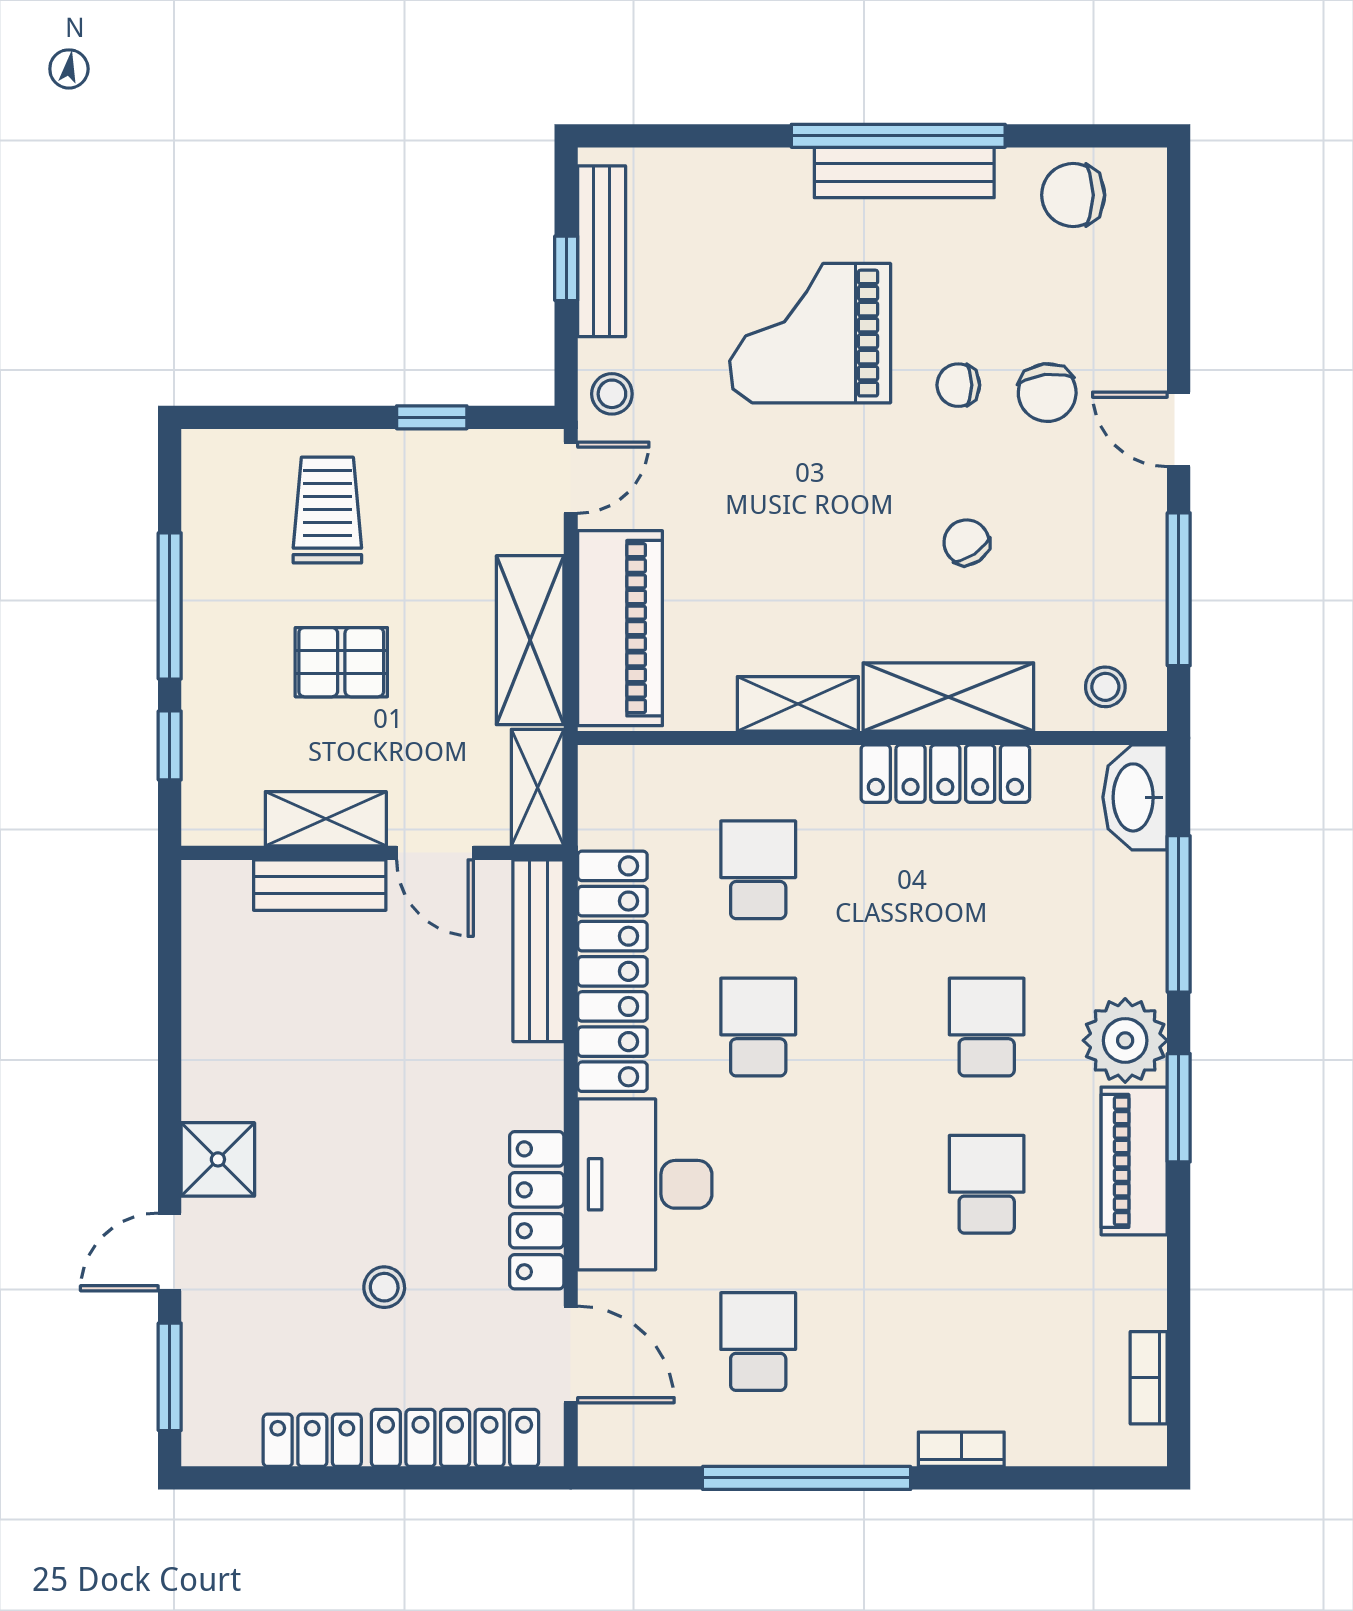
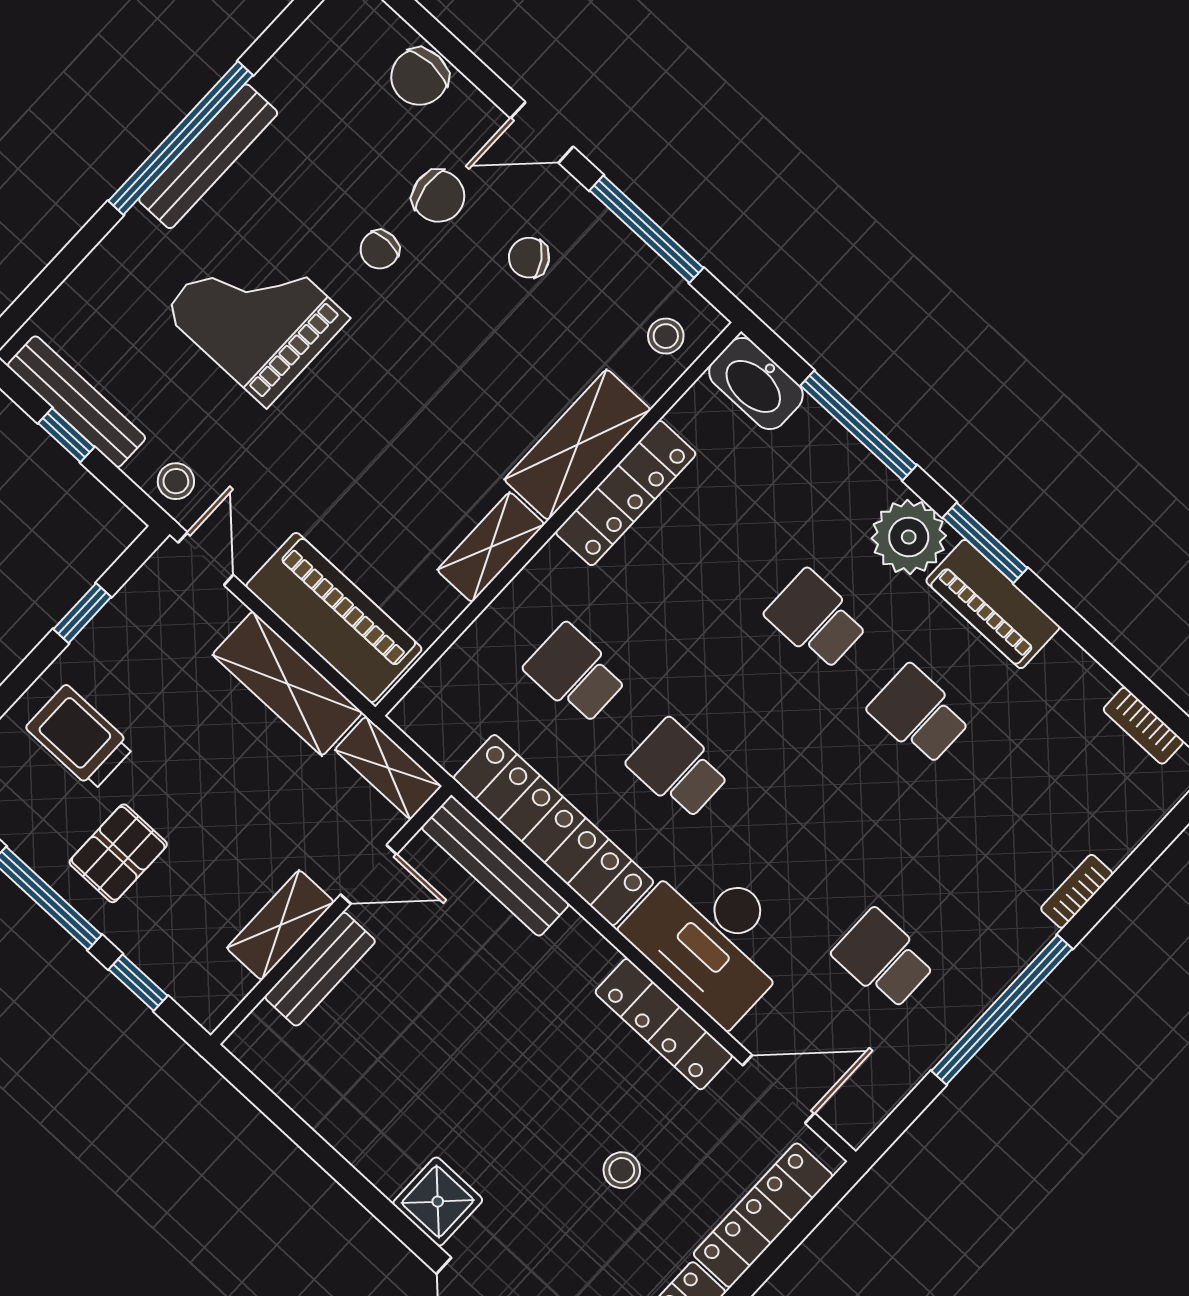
chair: (1073, 195) -> (420, 77), moved
grand piano: (810, 333) -> (256, 315), turned 90
chair: (966, 542) -> (529, 258), moved
pallet: (341, 662) -> (118, 853), moved

